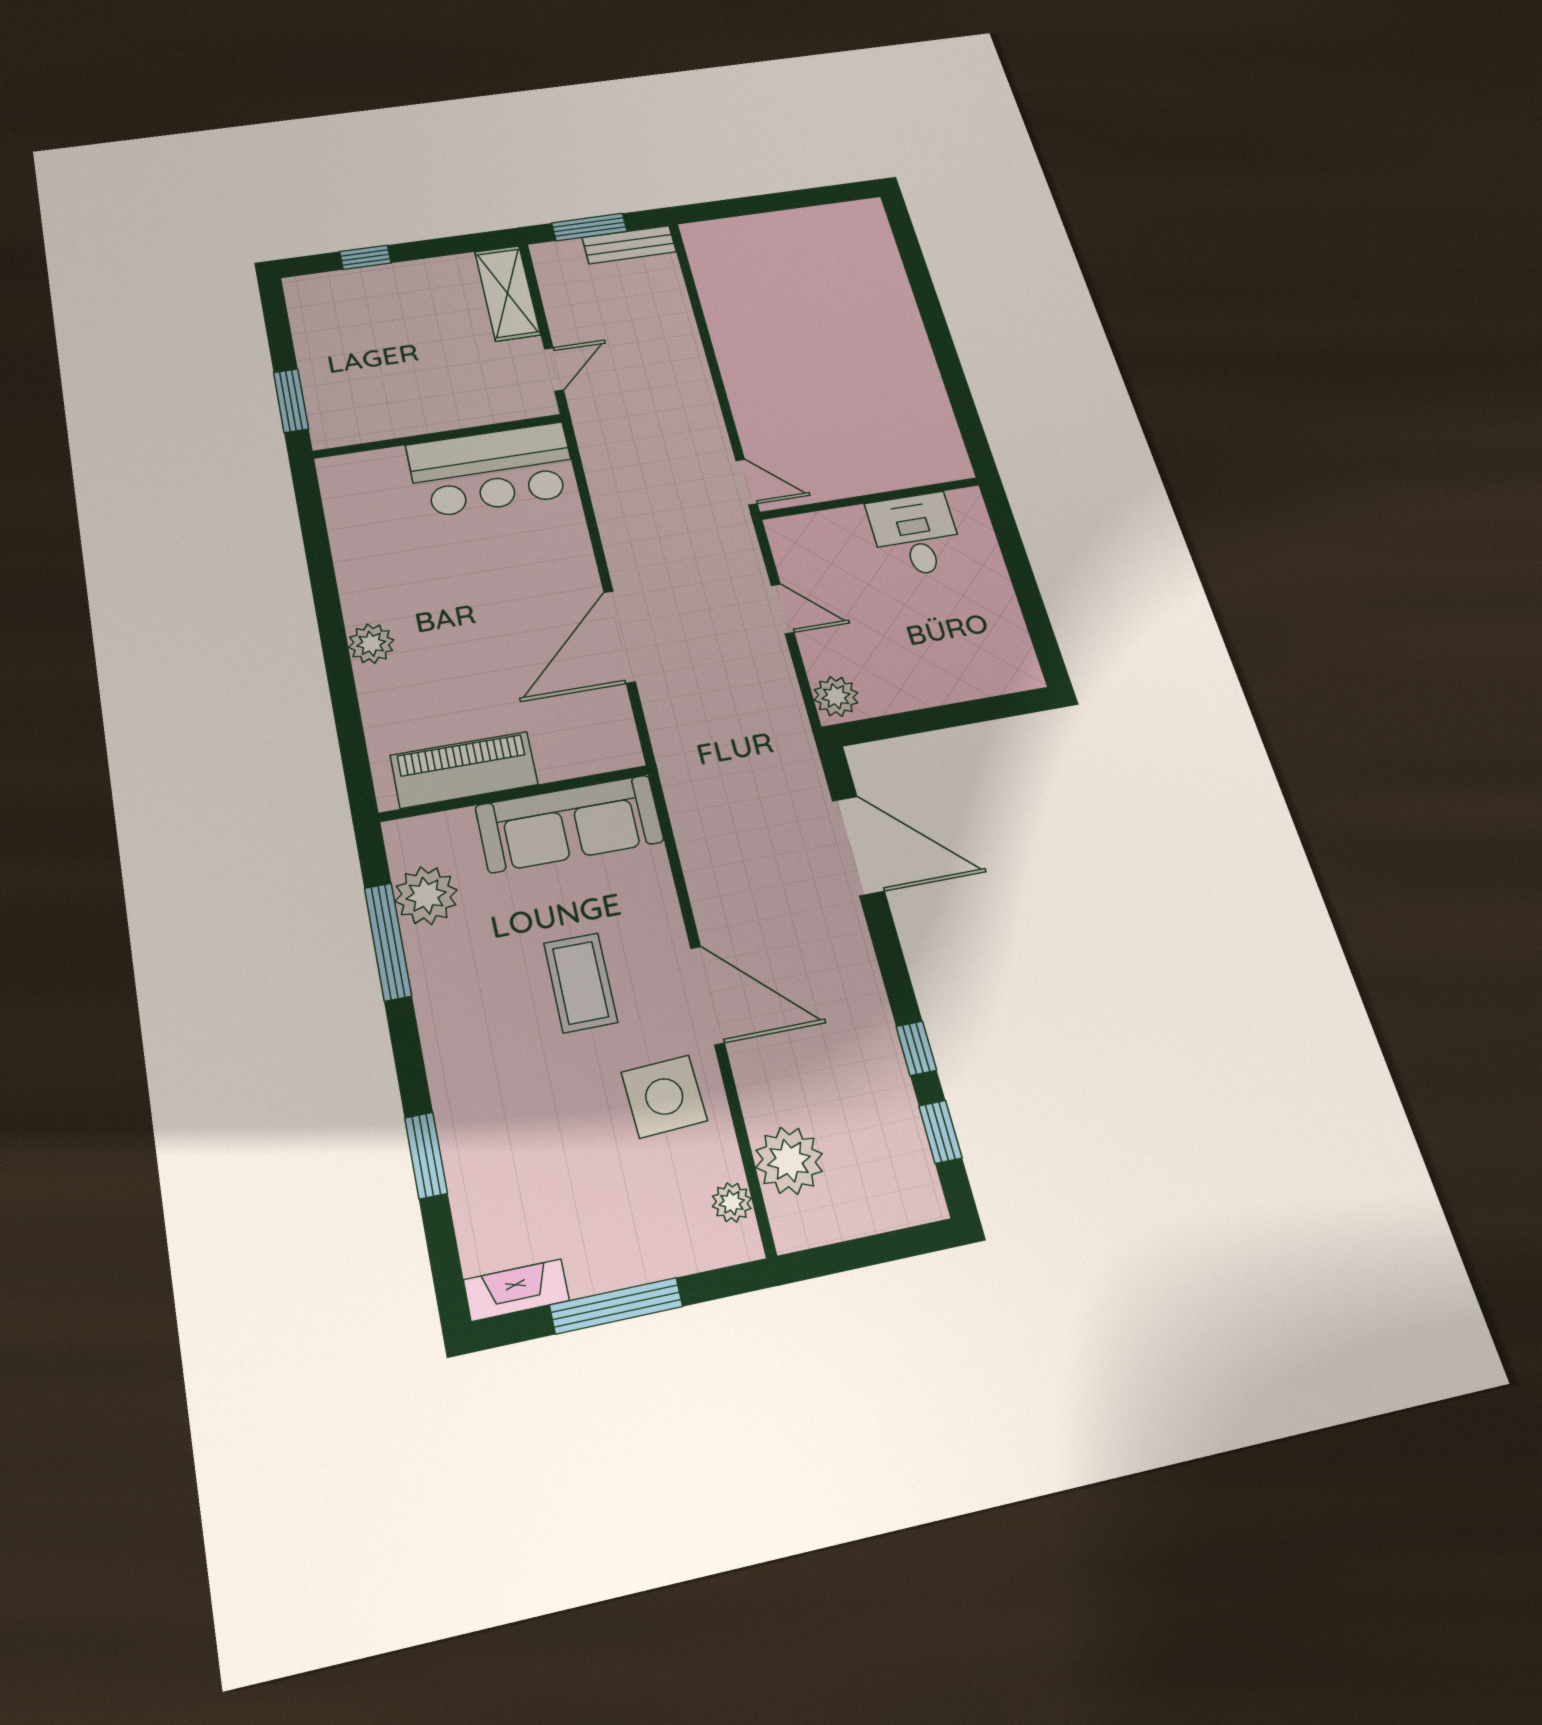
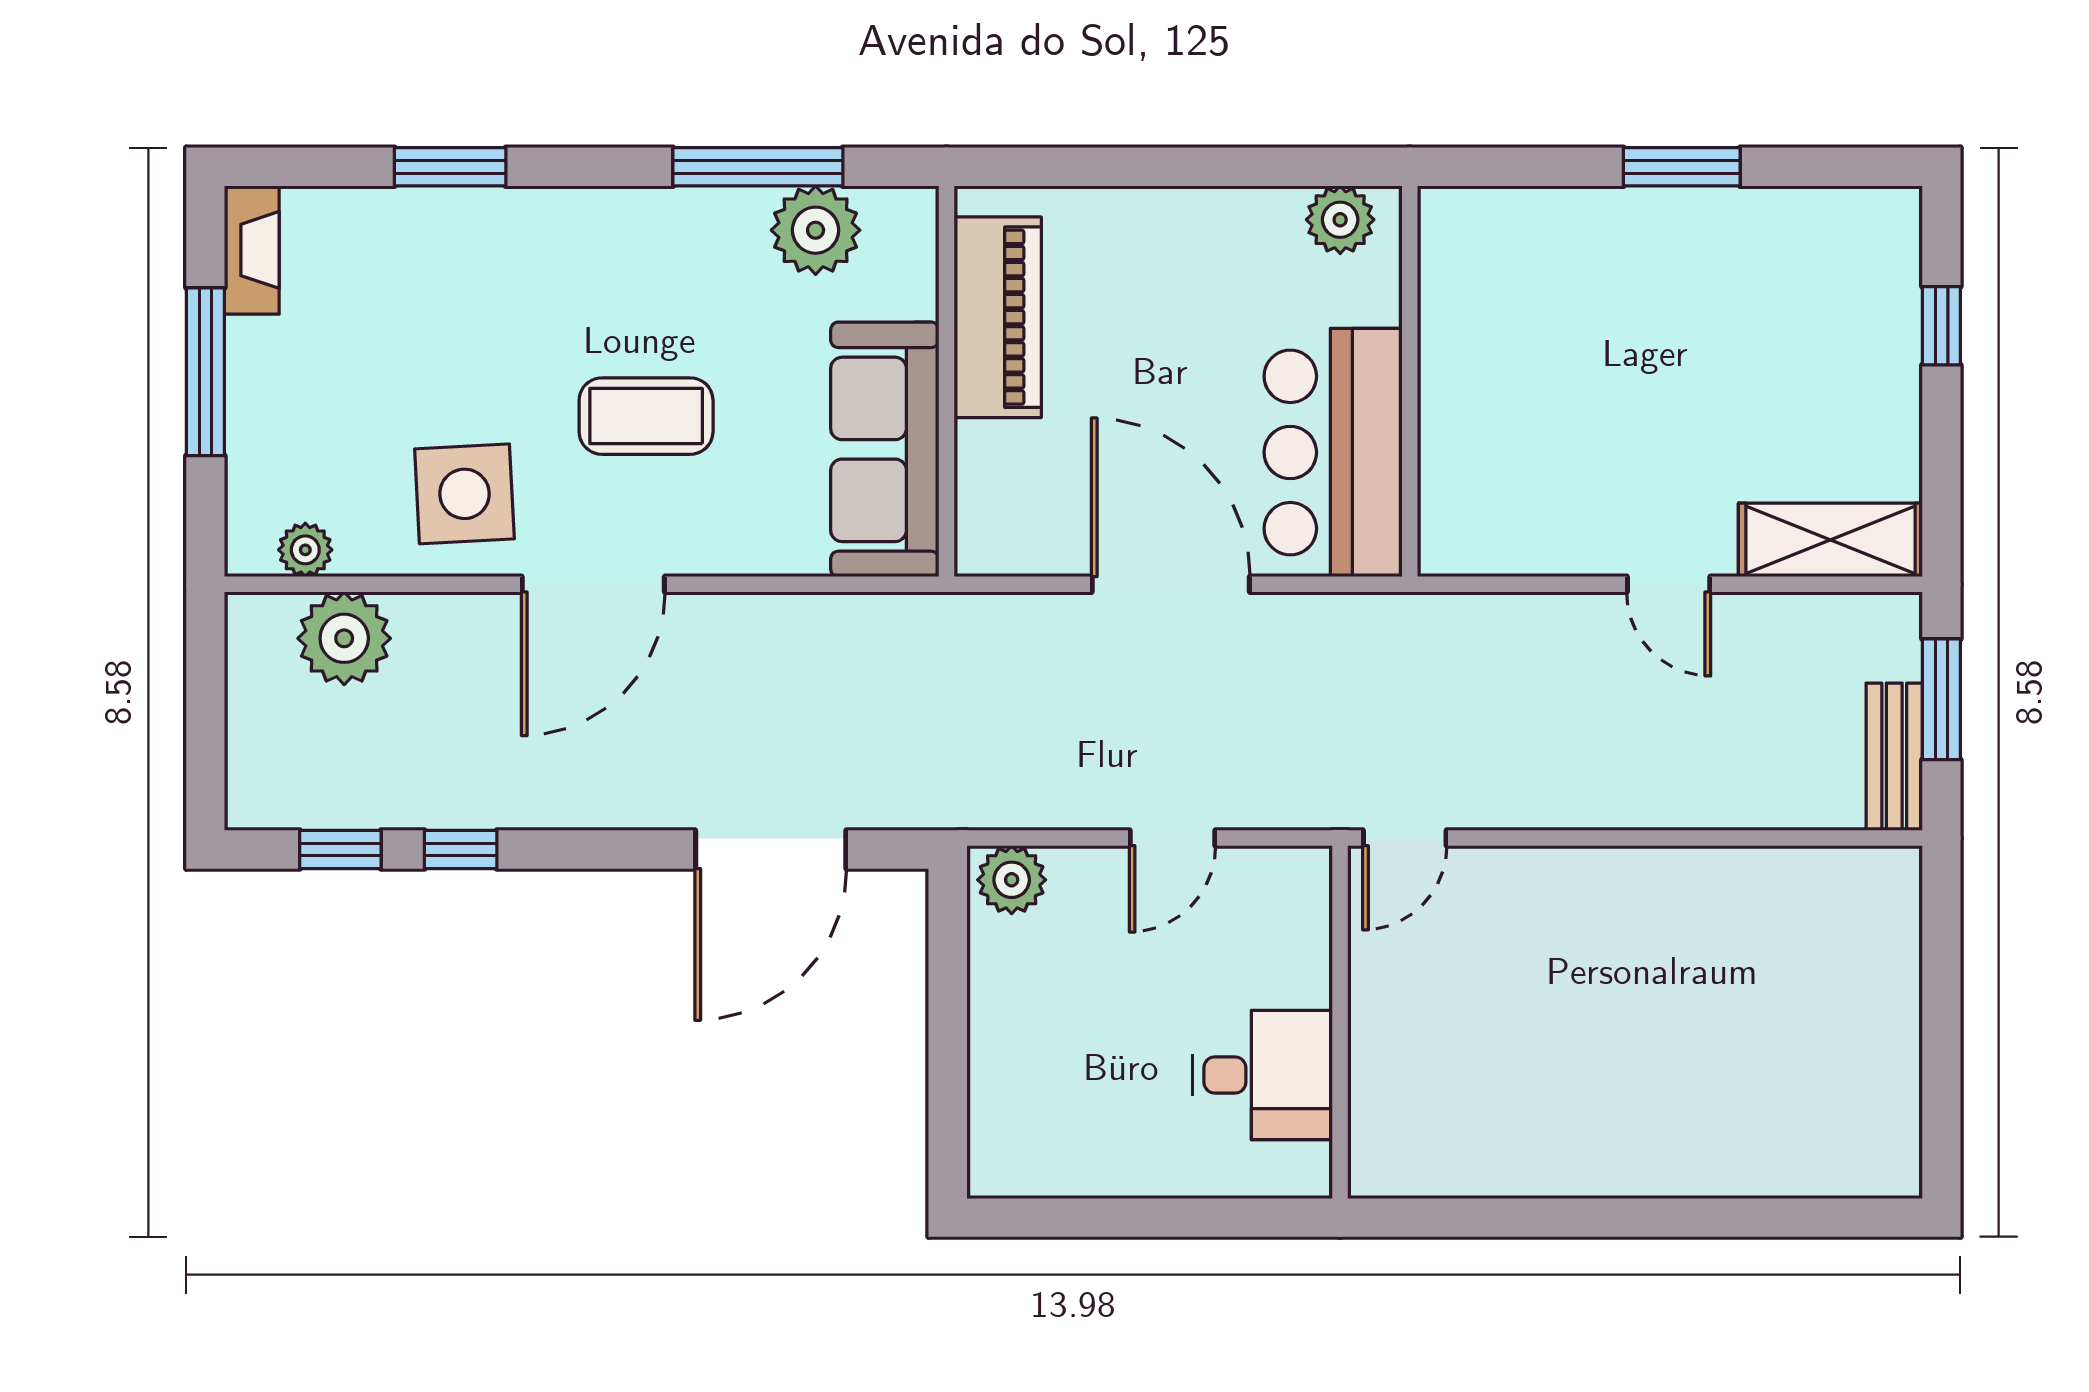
wall: (438, 436) -> (1410, 381), moved
bar counter: (492, 470) -> (1333, 452), moved
plant: (371, 644) -> (1340, 220), moved

